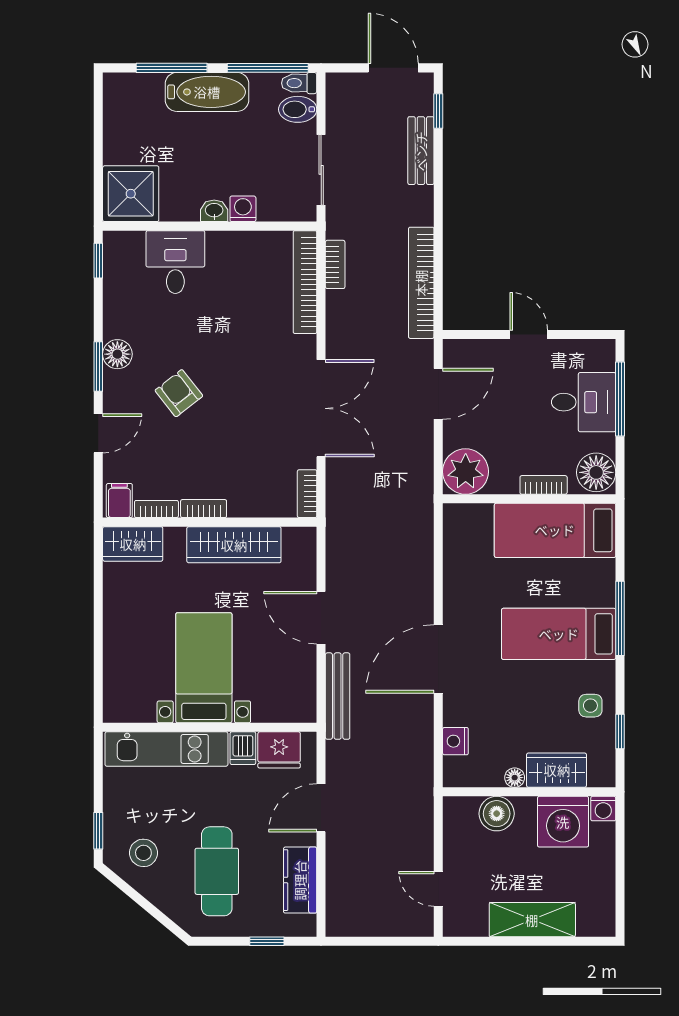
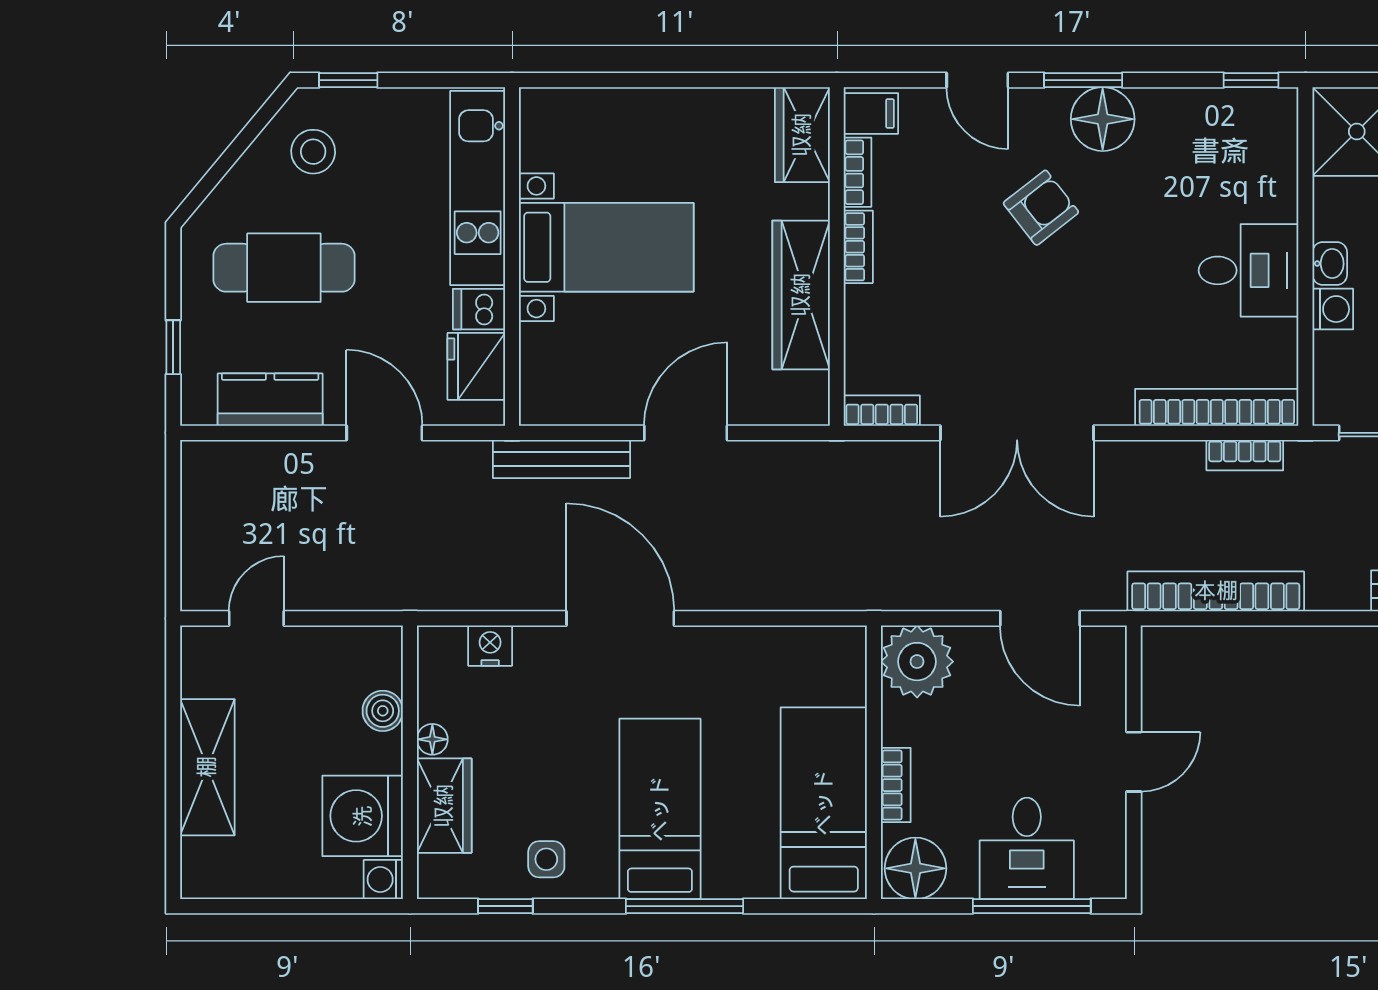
desk: (175, 262) -> (1249, 270), moved
floor lamp: (117, 354) -> (1103, 119), width x1.38, depth x1.38
boiler: (497, 814) -> (383, 711), width x0.73, depth x0.73

